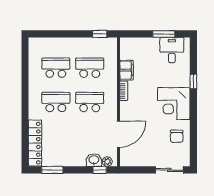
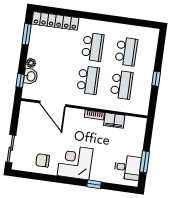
window: (100, 34) -> (156, 79), moved
plant: (107, 162) -> (31, 63), moved

